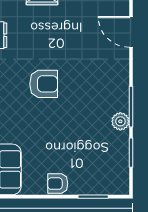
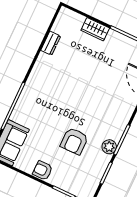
armchair: (44, 84) -> (74, 141), moved, turned 90

